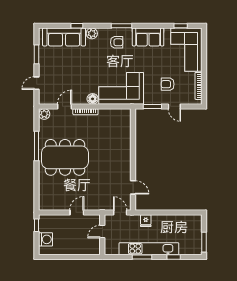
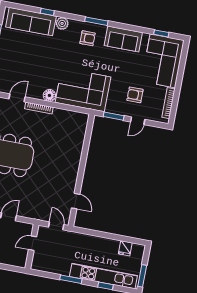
door: (174, 106) -> (138, 121), hinge flipped
fridge: (146, 221) -> (125, 248), moved
kitchen unit: (149, 249) -> (103, 276), moved

